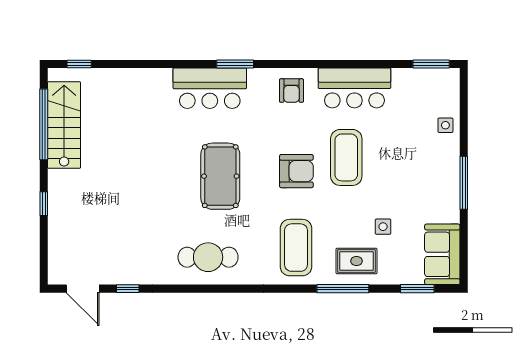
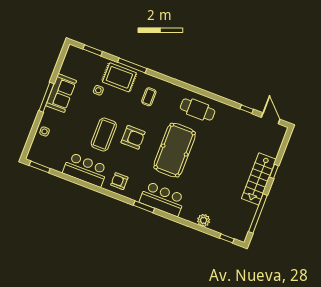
plant: (129, 79) -> (204, 220), added
armchair: (291, 91) -> (119, 181), turned -90
stairs: (64, 125) -> (259, 179), moved
armchair: (296, 171) -> (133, 137), turned 180
pool table: (220, 176) -> (175, 150), width x1.36, depth x1.32
coffee table: (296, 248) -> (149, 97), width x0.54, depth x0.58
sofa: (442, 254) -> (61, 93), moved
rug: (357, 261) -> (119, 77), width x1.36, depth x1.43

